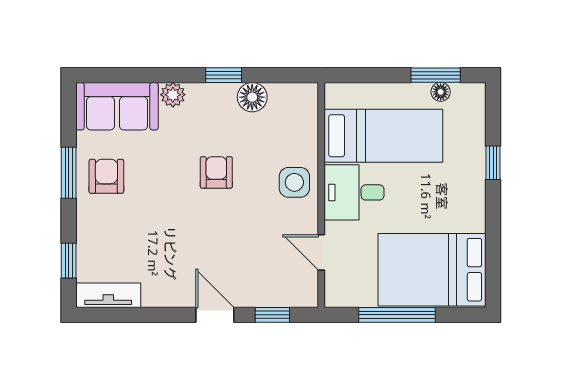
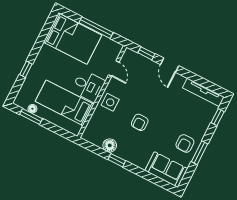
plant: (173, 95) -> (141, 163), removed
tv unit: (108, 295) -> (203, 92), width x1.41

